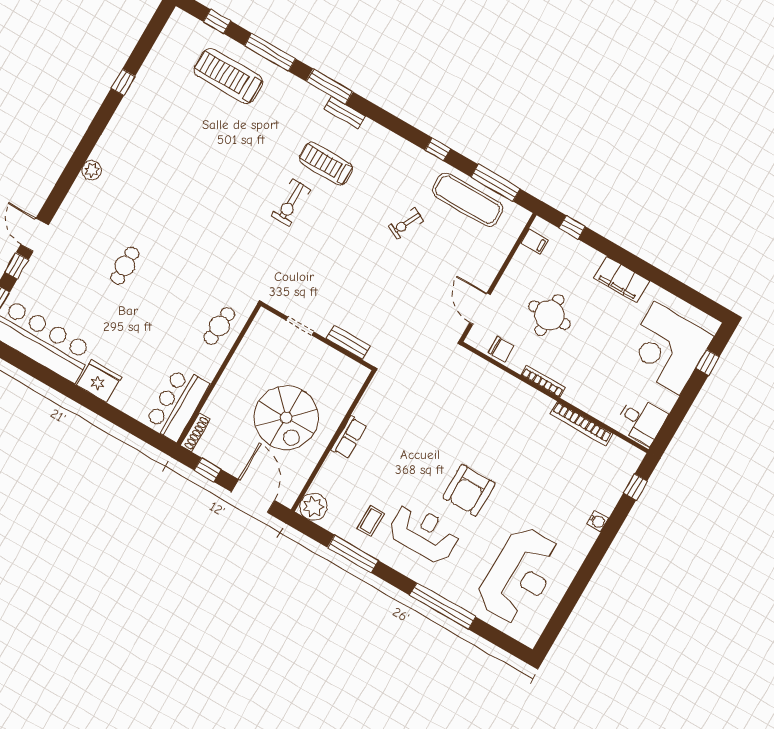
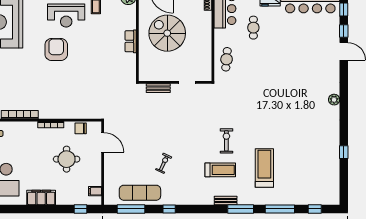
treadmill: (228, 76) -> (264, 168), moved, turned -90
cafe table: (125, 266) -> (253, 28), moved

